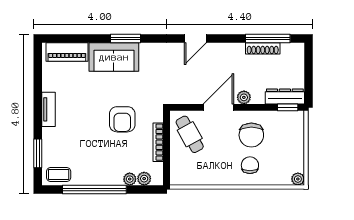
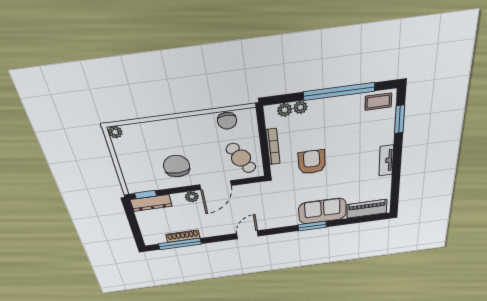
chair: (250, 165) -> (227, 121), moved

